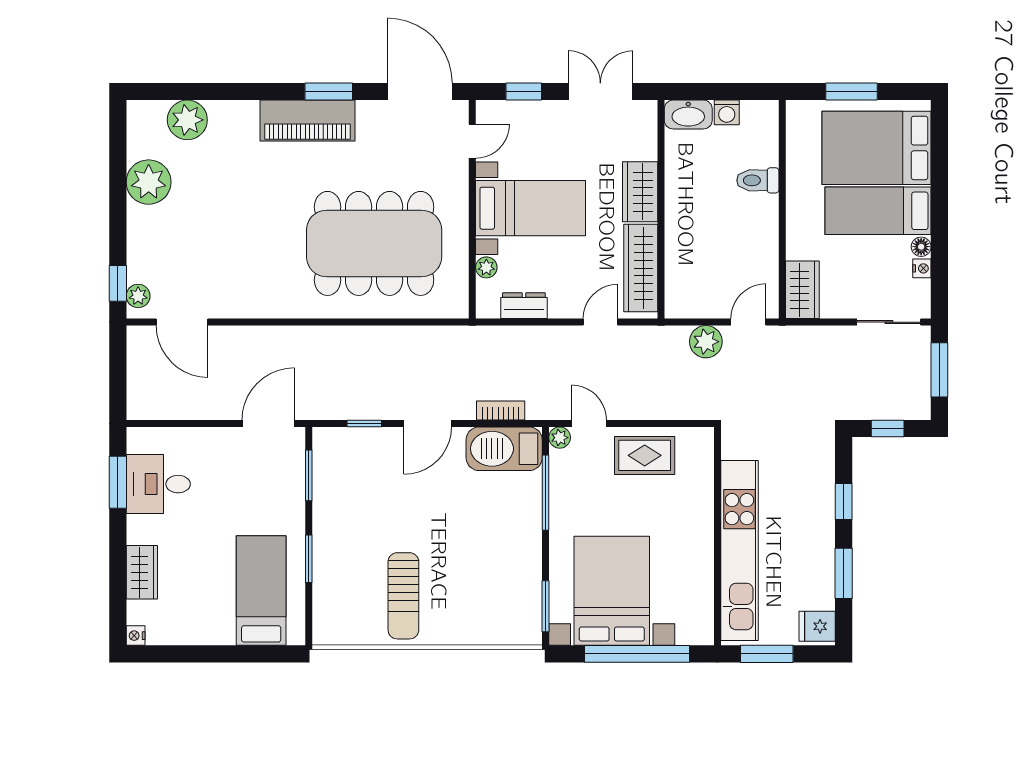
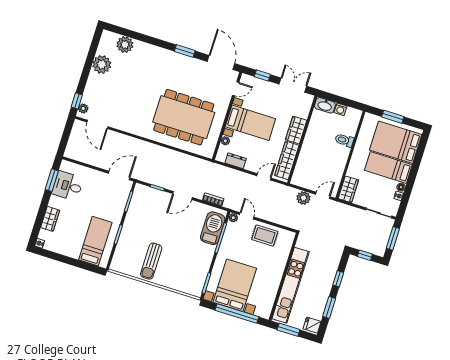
piano: (307, 121) -> (173, 60), removed
barbecue: (504, 449) -> (213, 228), moved, turned 90

